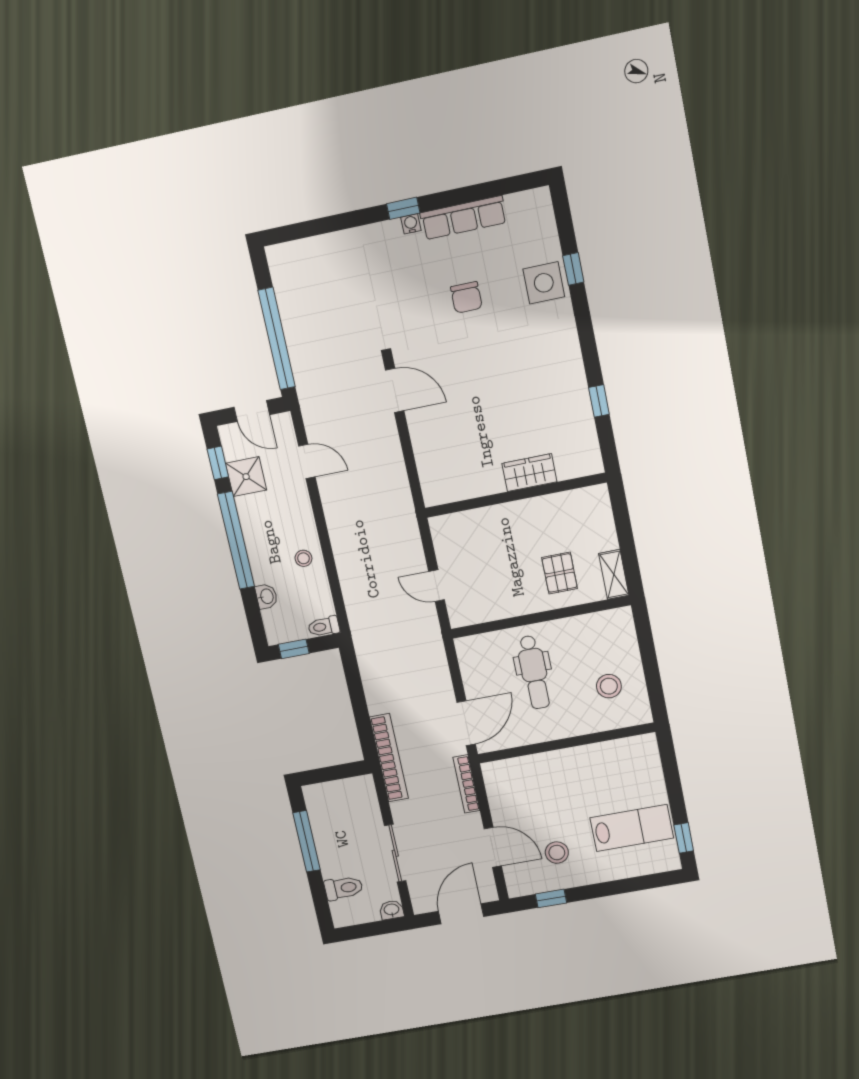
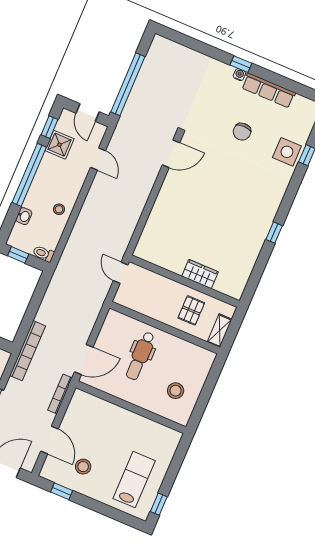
door: (395, 390) -> (171, 154), hinge flipped
wardrobe: (529, 473) -> (200, 274), moved
wall: (515, 495) -> (184, 281), moved
lab bench: (632, 828) -> (134, 480), turned -90

